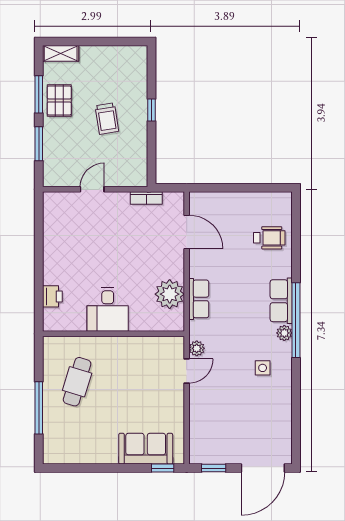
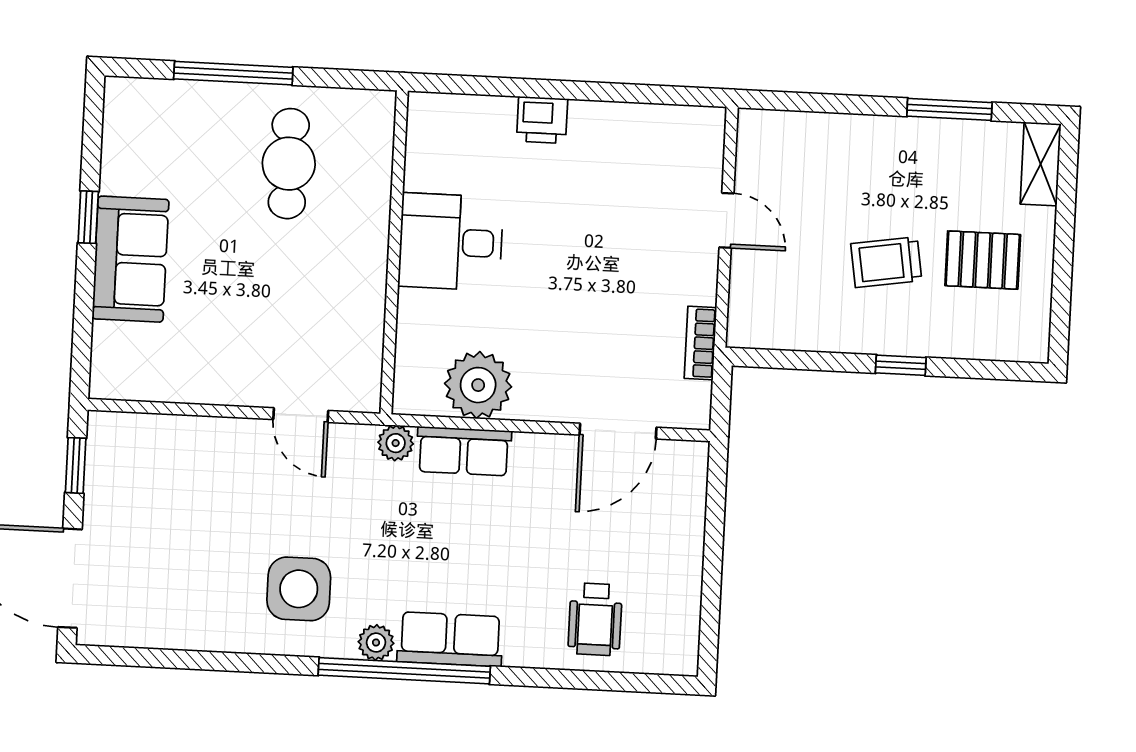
pallet: (59, 100) -> (983, 260), moved
window: (39, 144) -> (836, 104), removed
printer: (52, 296) -> (542, 120), moved
plant: (197, 348) -> (396, 443), moved
side table: (263, 368) -> (299, 589), width x1.87, depth x1.87
cafe table: (77, 382) -> (289, 164), turned 73
sofa: (146, 449) -> (130, 259), moved
window: (163, 468) -> (88, 217), moved

